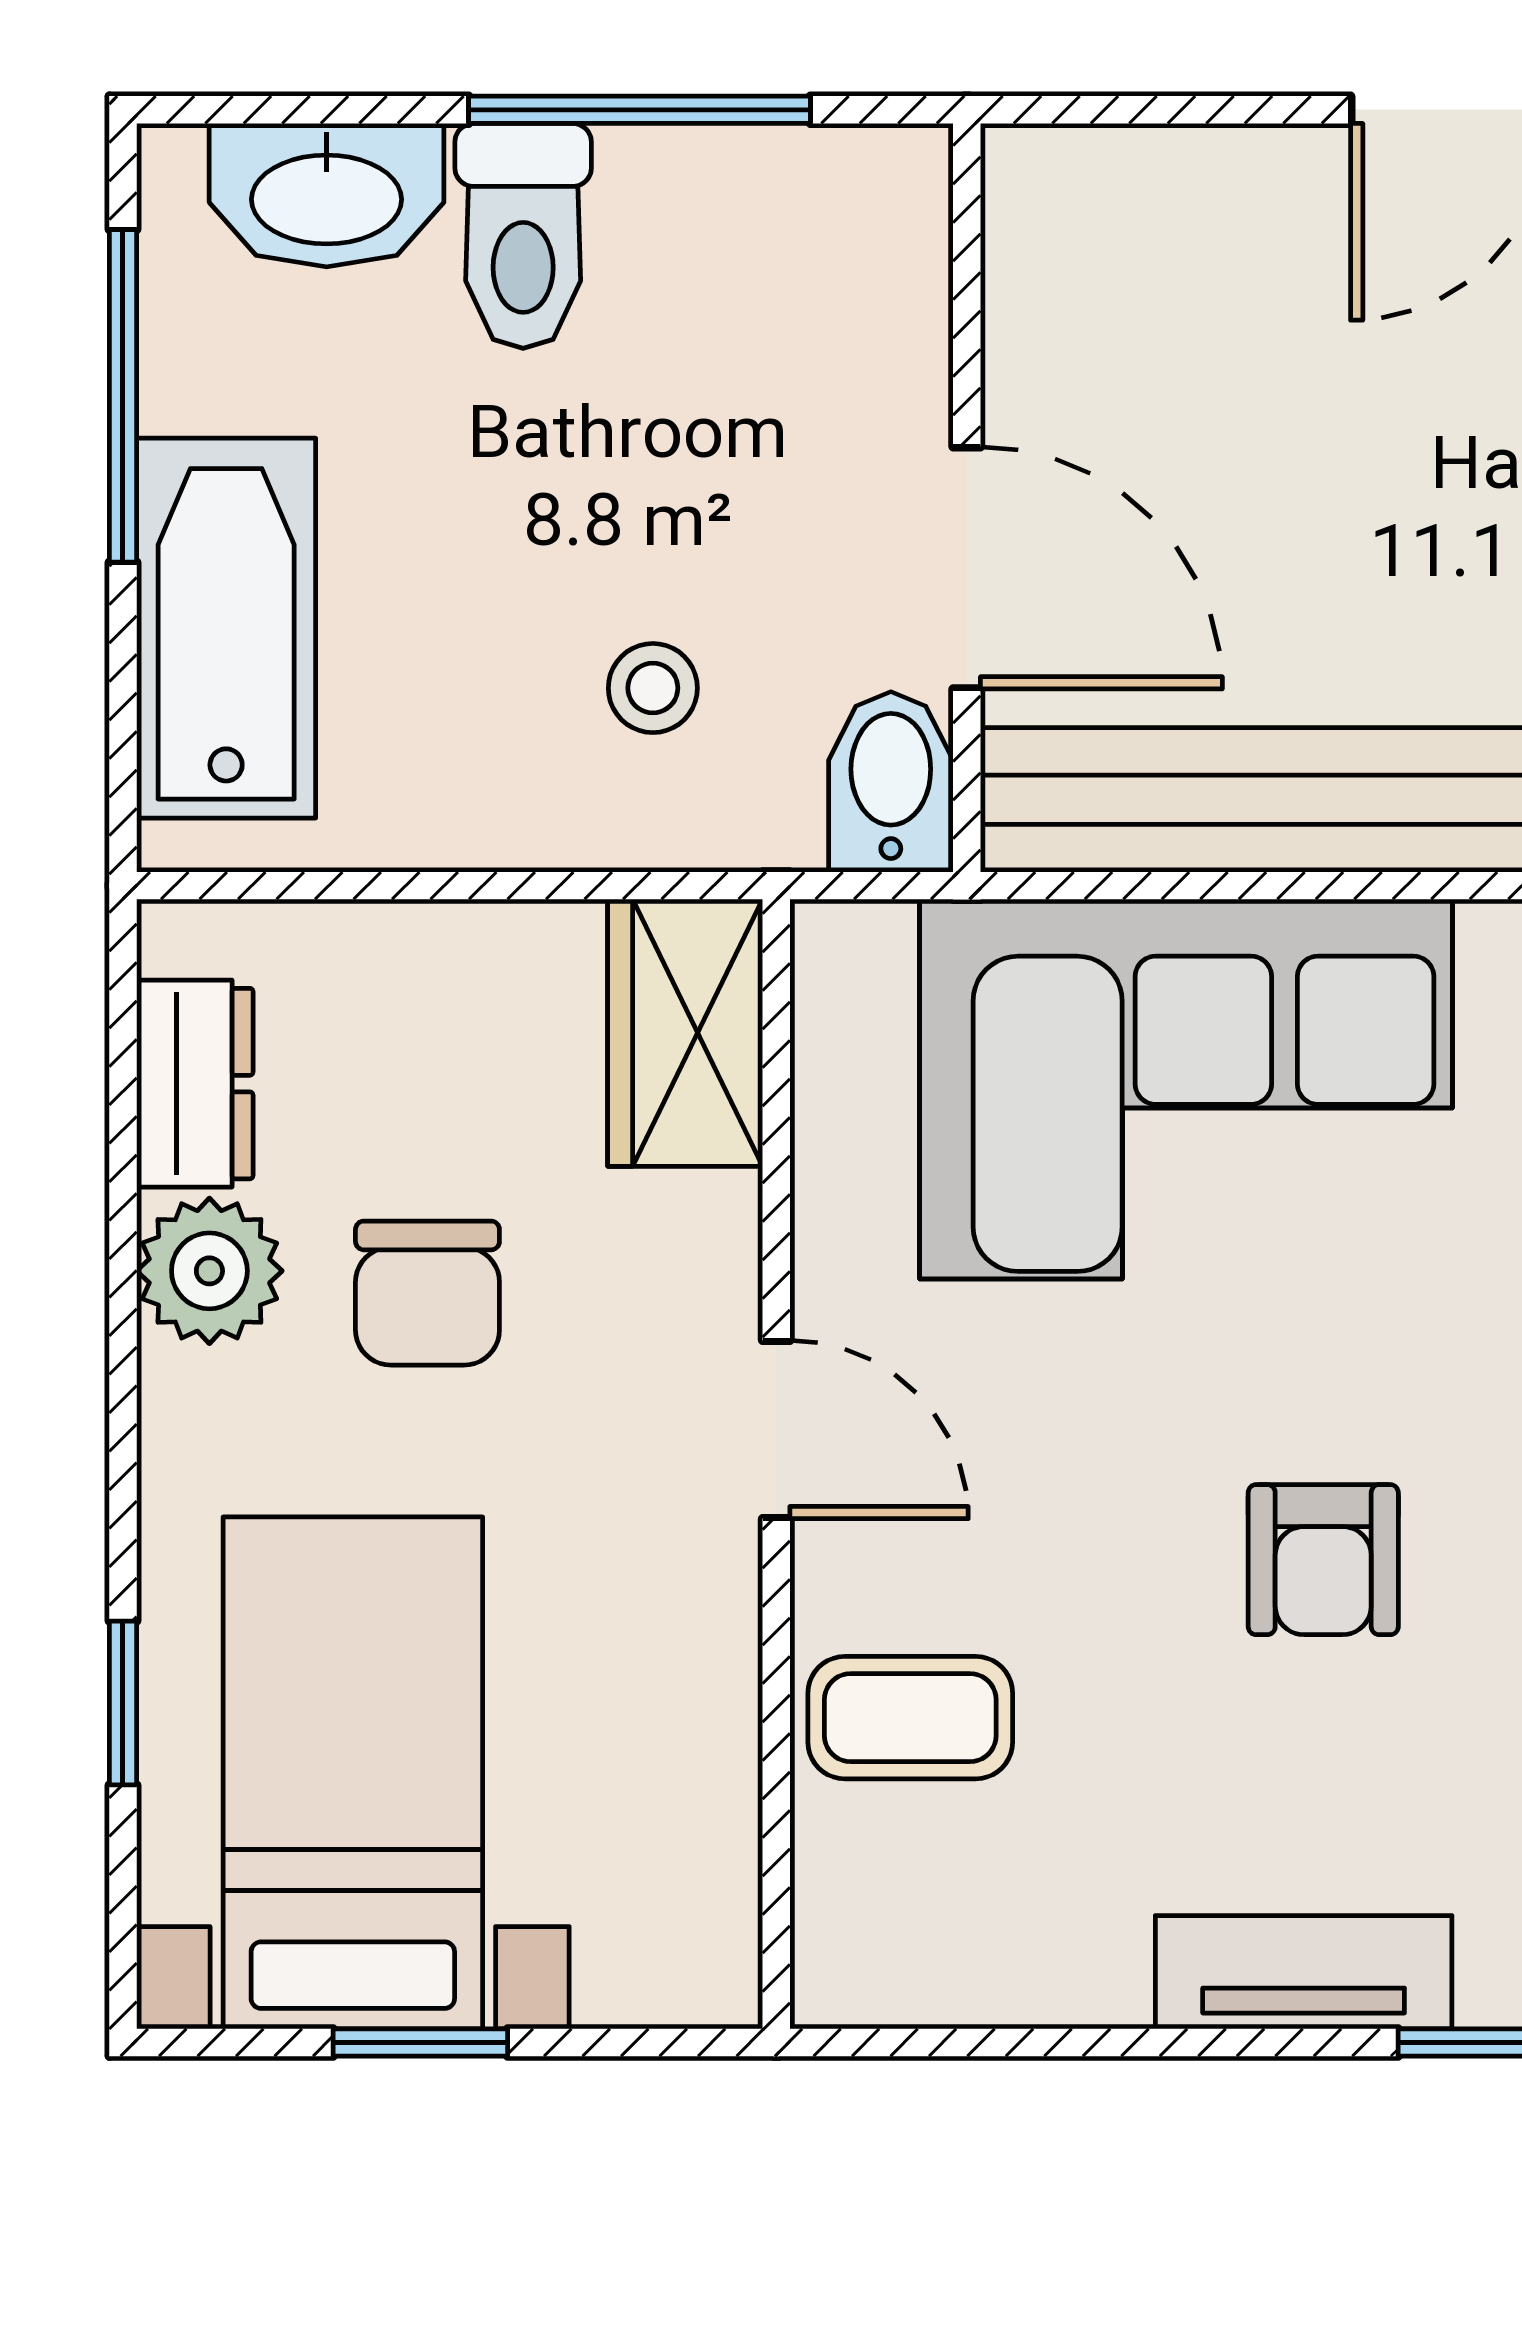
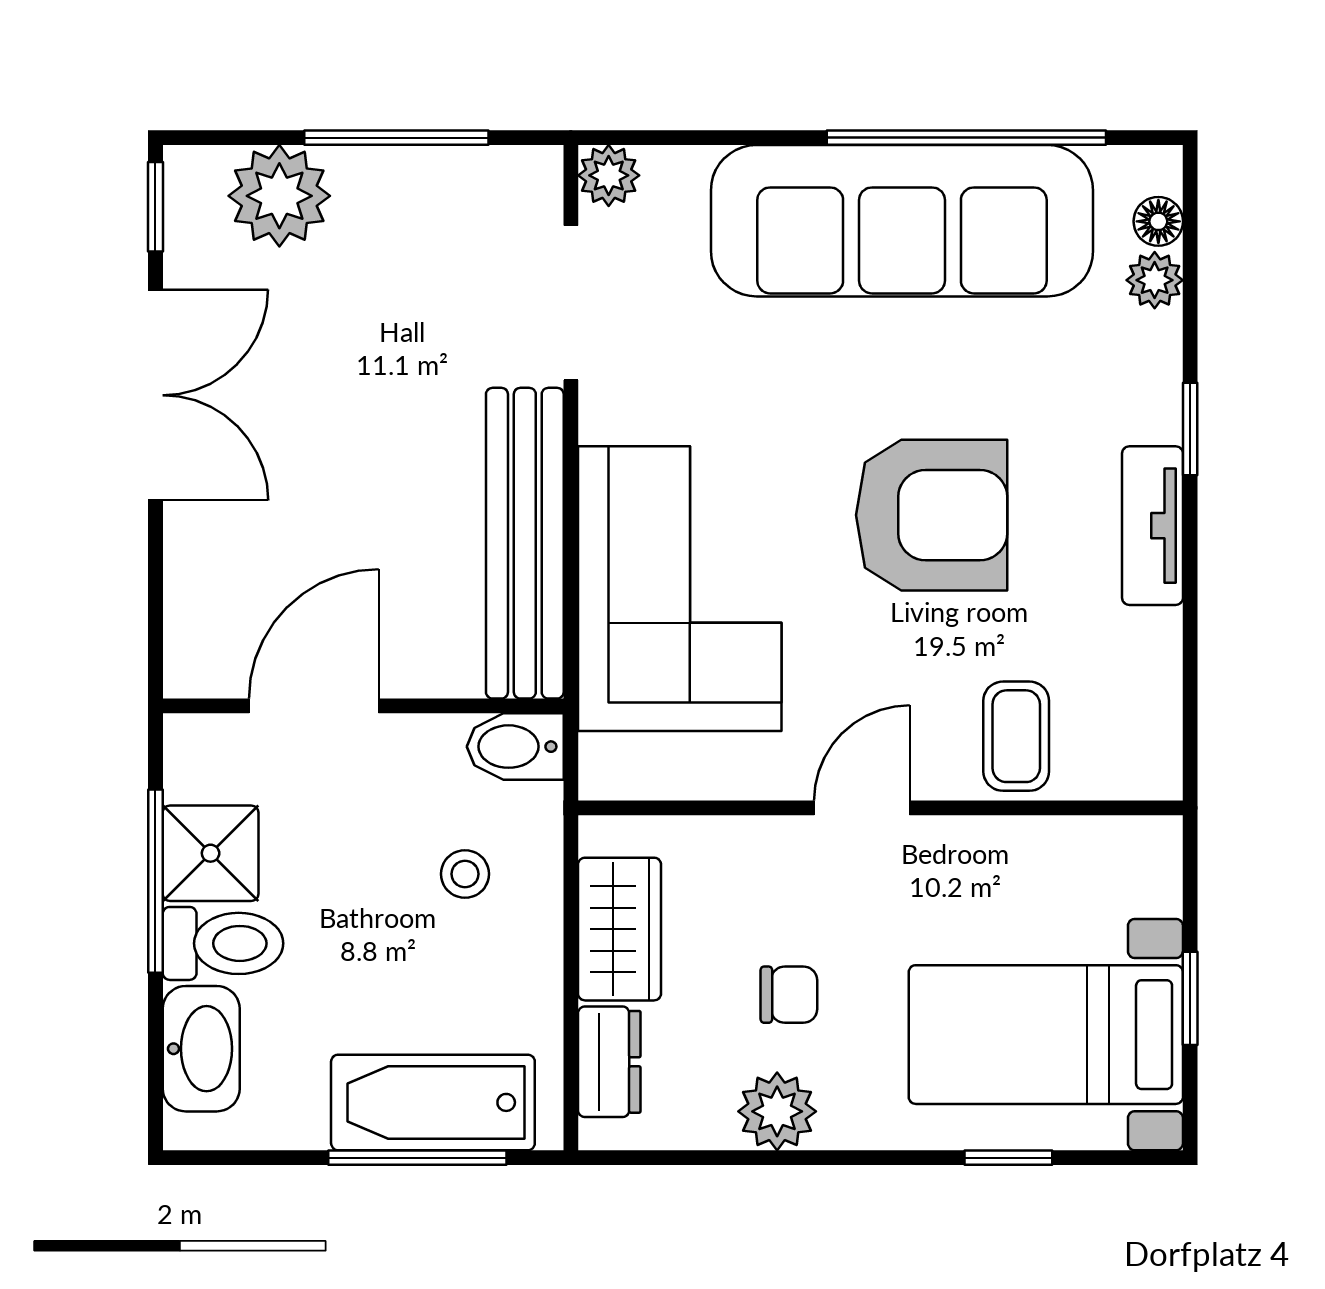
shower: (692, 213) -> (211, 853), added
window: (123, 396) -> (417, 1158), moved
door: (967, 568) -> (314, 706), moved
wardrobe: (685, 1033) -> (620, 929), moved, turned -90
dresser: (195, 1084) -> (609, 1062), moved, turned 90
chair: (427, 1293) -> (789, 995), width x0.73, depth x0.73
armchair: (1323, 1560) -> (932, 515), width x1.88, depth x1.88

